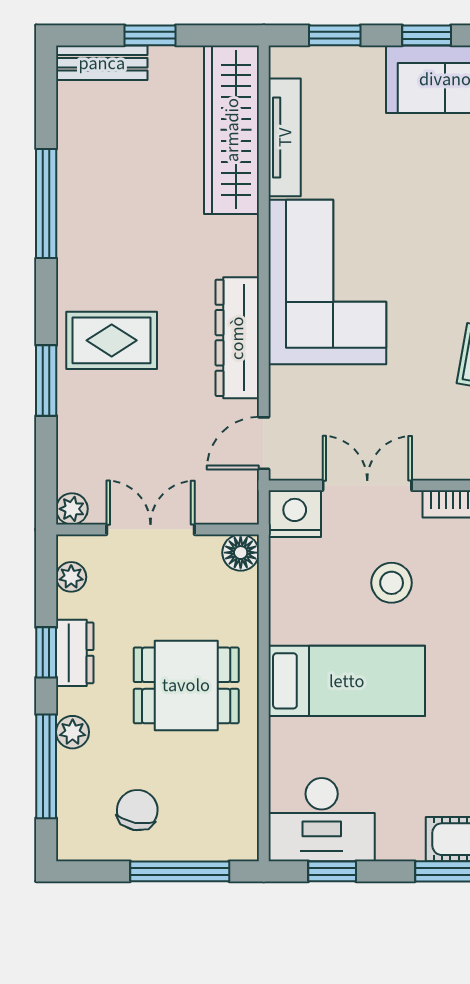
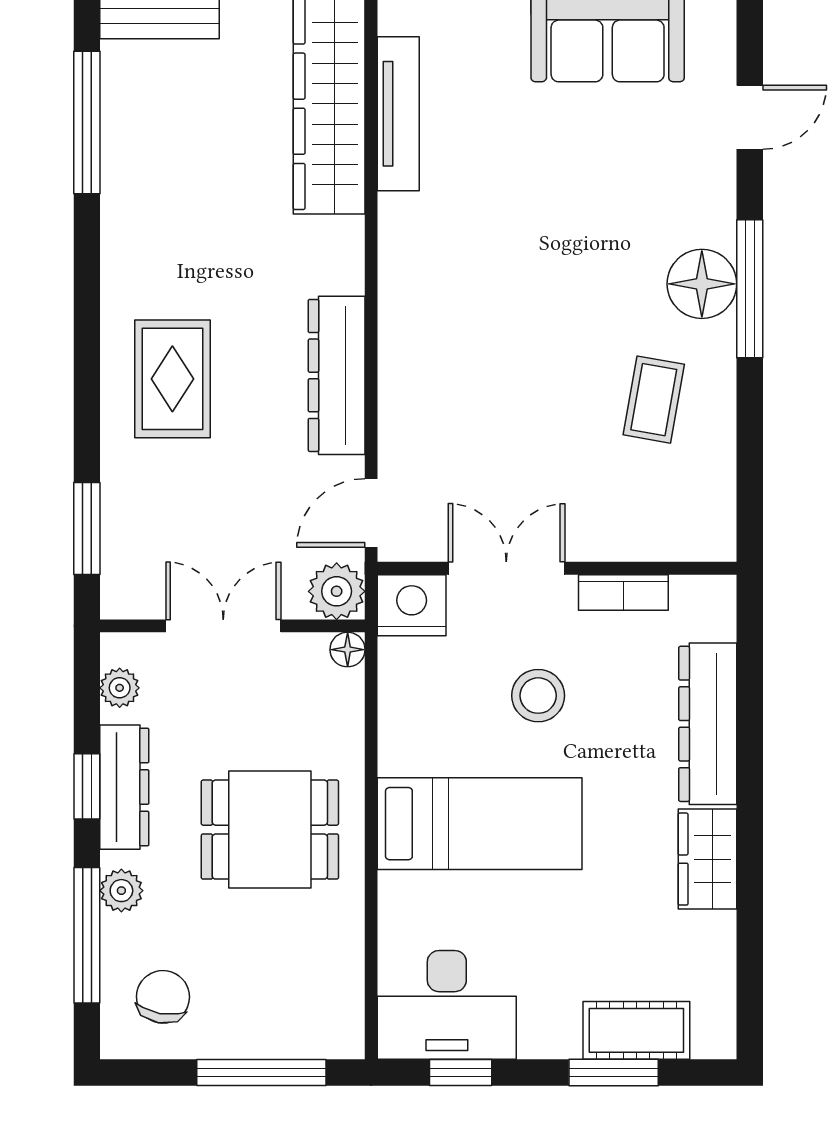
window: (46, 204) -> (87, 123), moved
corner sofa: (327, 282) -> (454, 303), removed
rug: (112, 340) -> (172, 379), turned 90
window: (46, 381) -> (87, 528), moved
plant: (72, 509) -> (337, 591), moved, width x1.38, depth x1.38
floor lamp: (241, 553) -> (348, 650), width x0.73, depth x0.73
dresser: (75, 653) -> (124, 787), width x1.44
chair: (137, 810) -> (163, 997), moved

